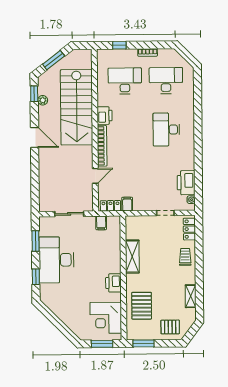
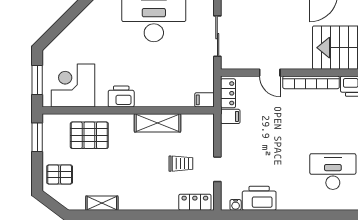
filing cabinet: (101, 223) -> (204, 100), moved
trolley: (185, 257) -> (181, 164), moved
pallet: (170, 327) -> (60, 174), turned 90

